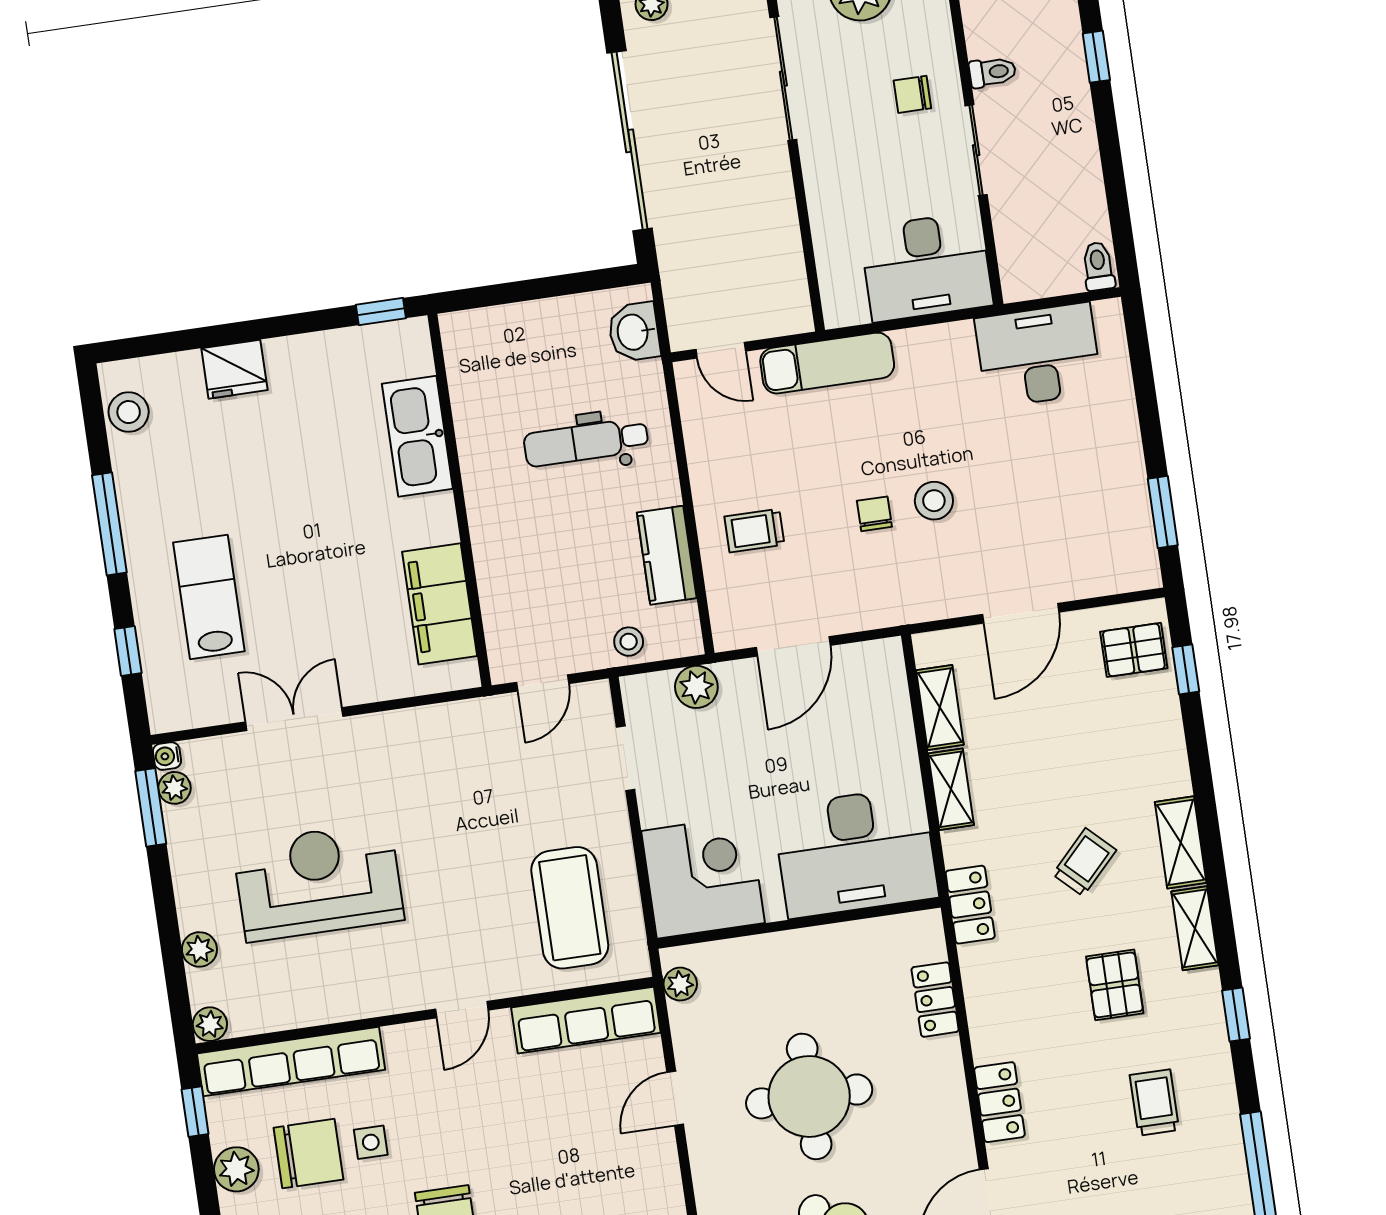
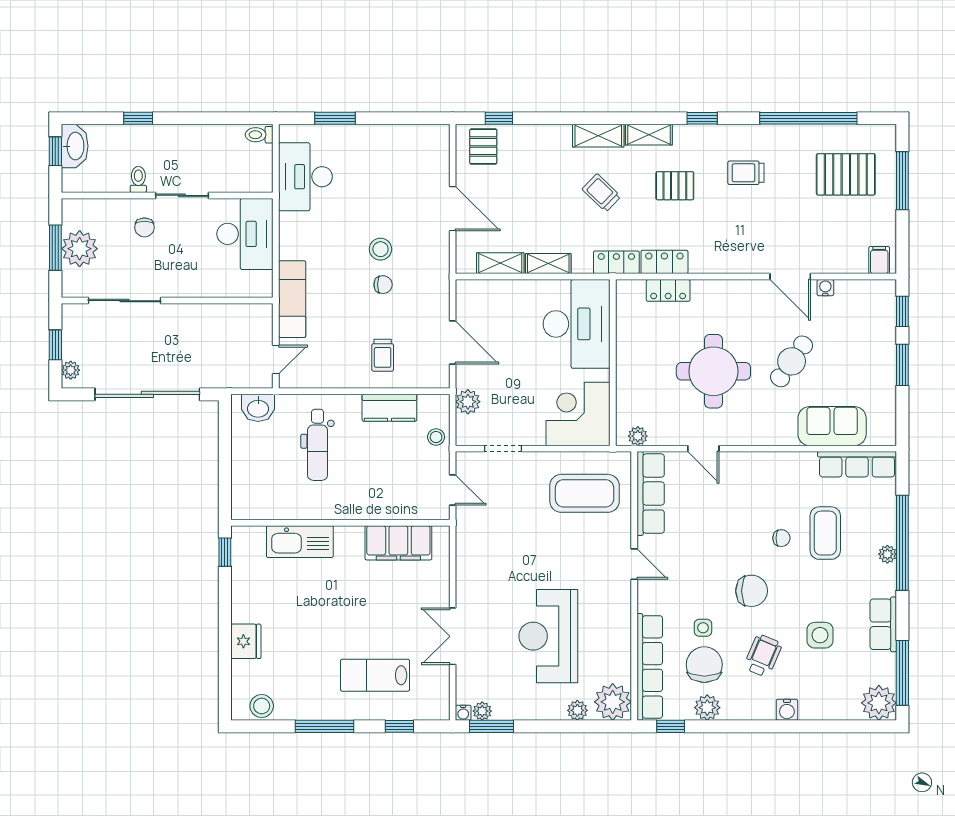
window: (1163, 512) -> (335, 118), moved
chair: (874, 514) -> (383, 285), turned 180
plant: (210, 1024) -> (613, 702), width x1.87, depth x1.87
locker: (1000, 1102) -> (664, 262), moved

